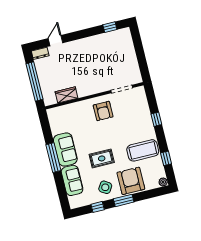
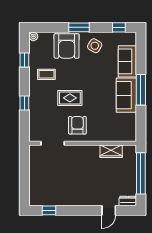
coffee table: (143, 150) -> (46, 74), width x0.54, depth x0.58
rug: (102, 158) -> (70, 98), moved
window: (98, 207) -> (119, 27), moved

